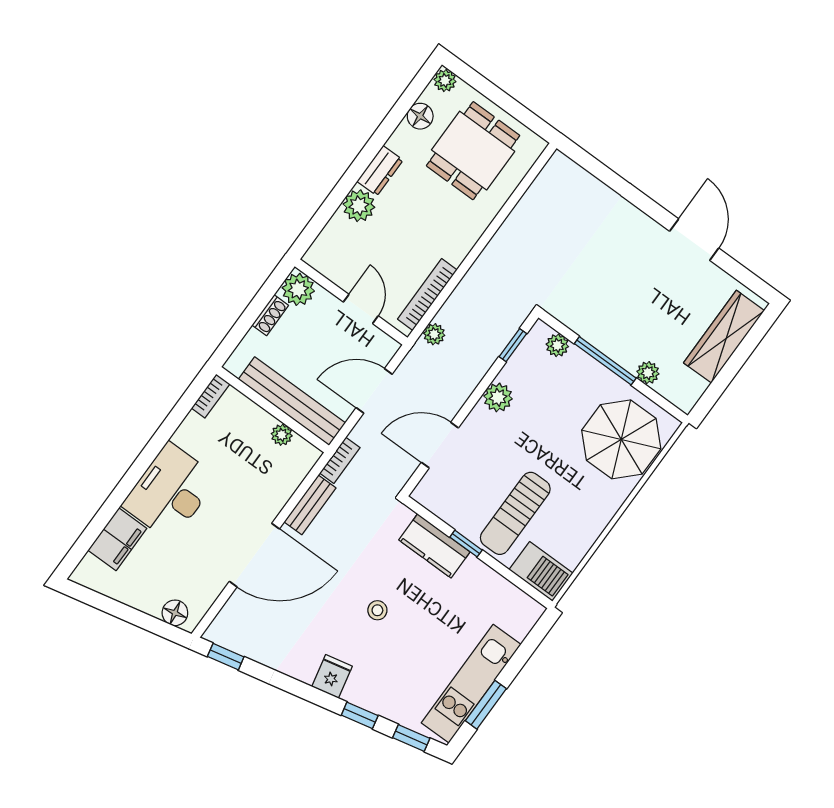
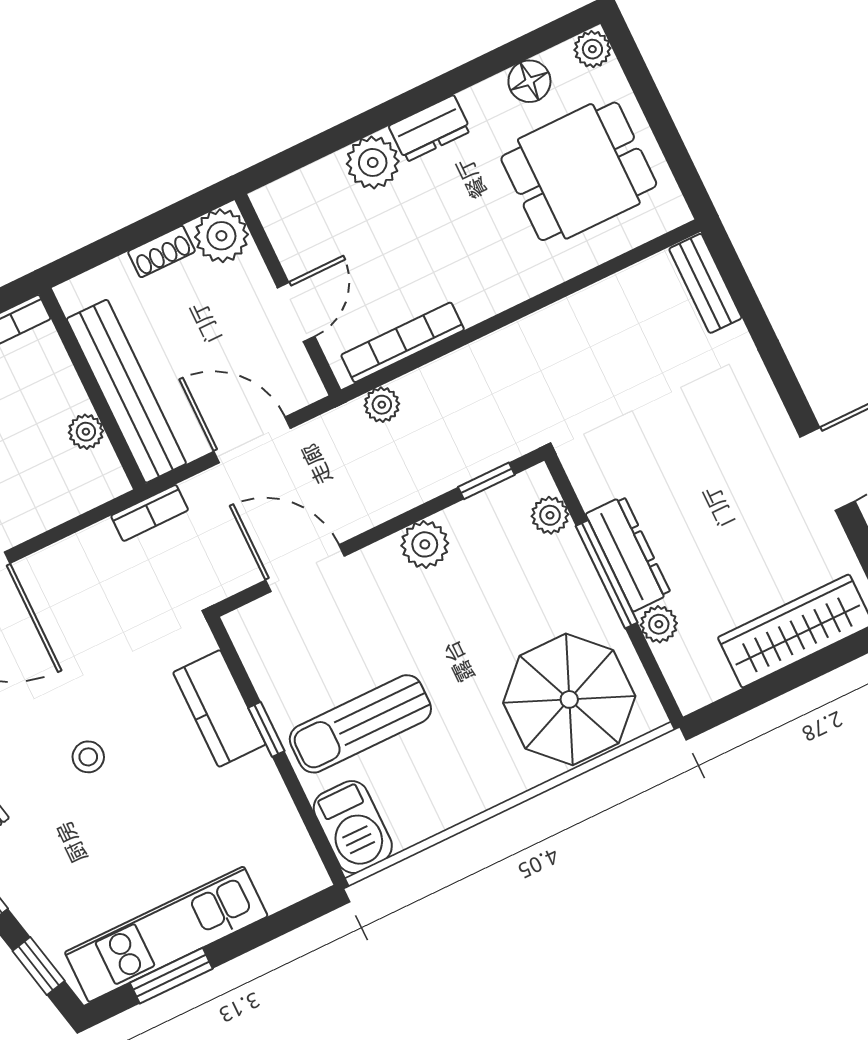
dresser: (611, 343) -> (628, 554), added
bench: (310, 505) -> (705, 283), moved, turned 90

